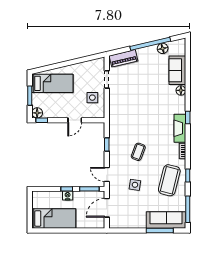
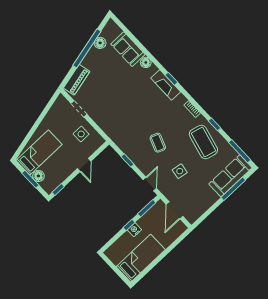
floor lamp: (37, 113) -> (38, 176), moved
fireplace: (180, 128) -> (166, 85), moved
door: (107, 174) -> (150, 184), swing flipped

